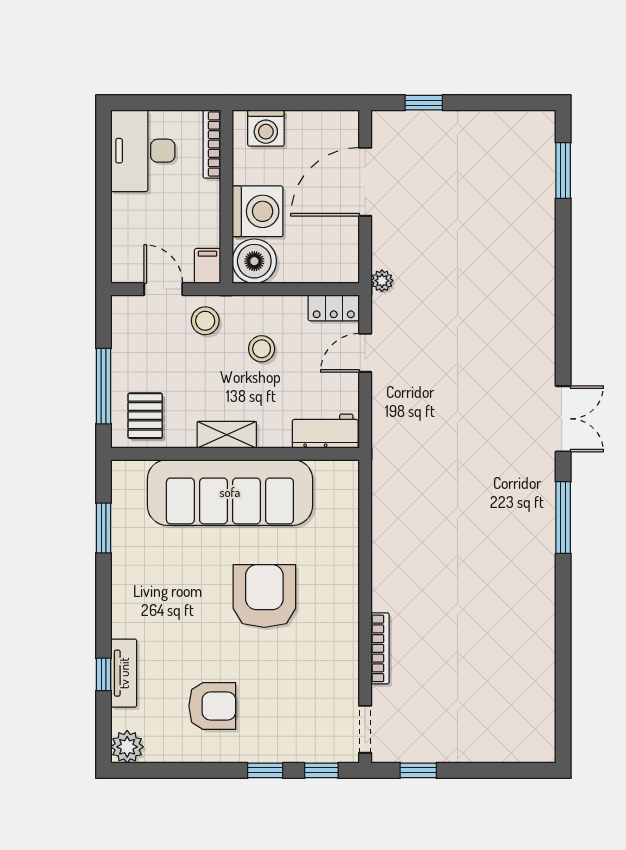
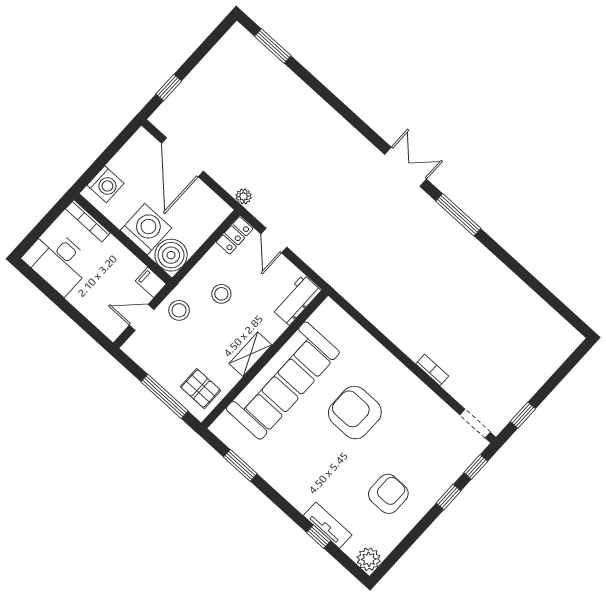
bookcase: (380, 648) -> (432, 370), width x0.64

